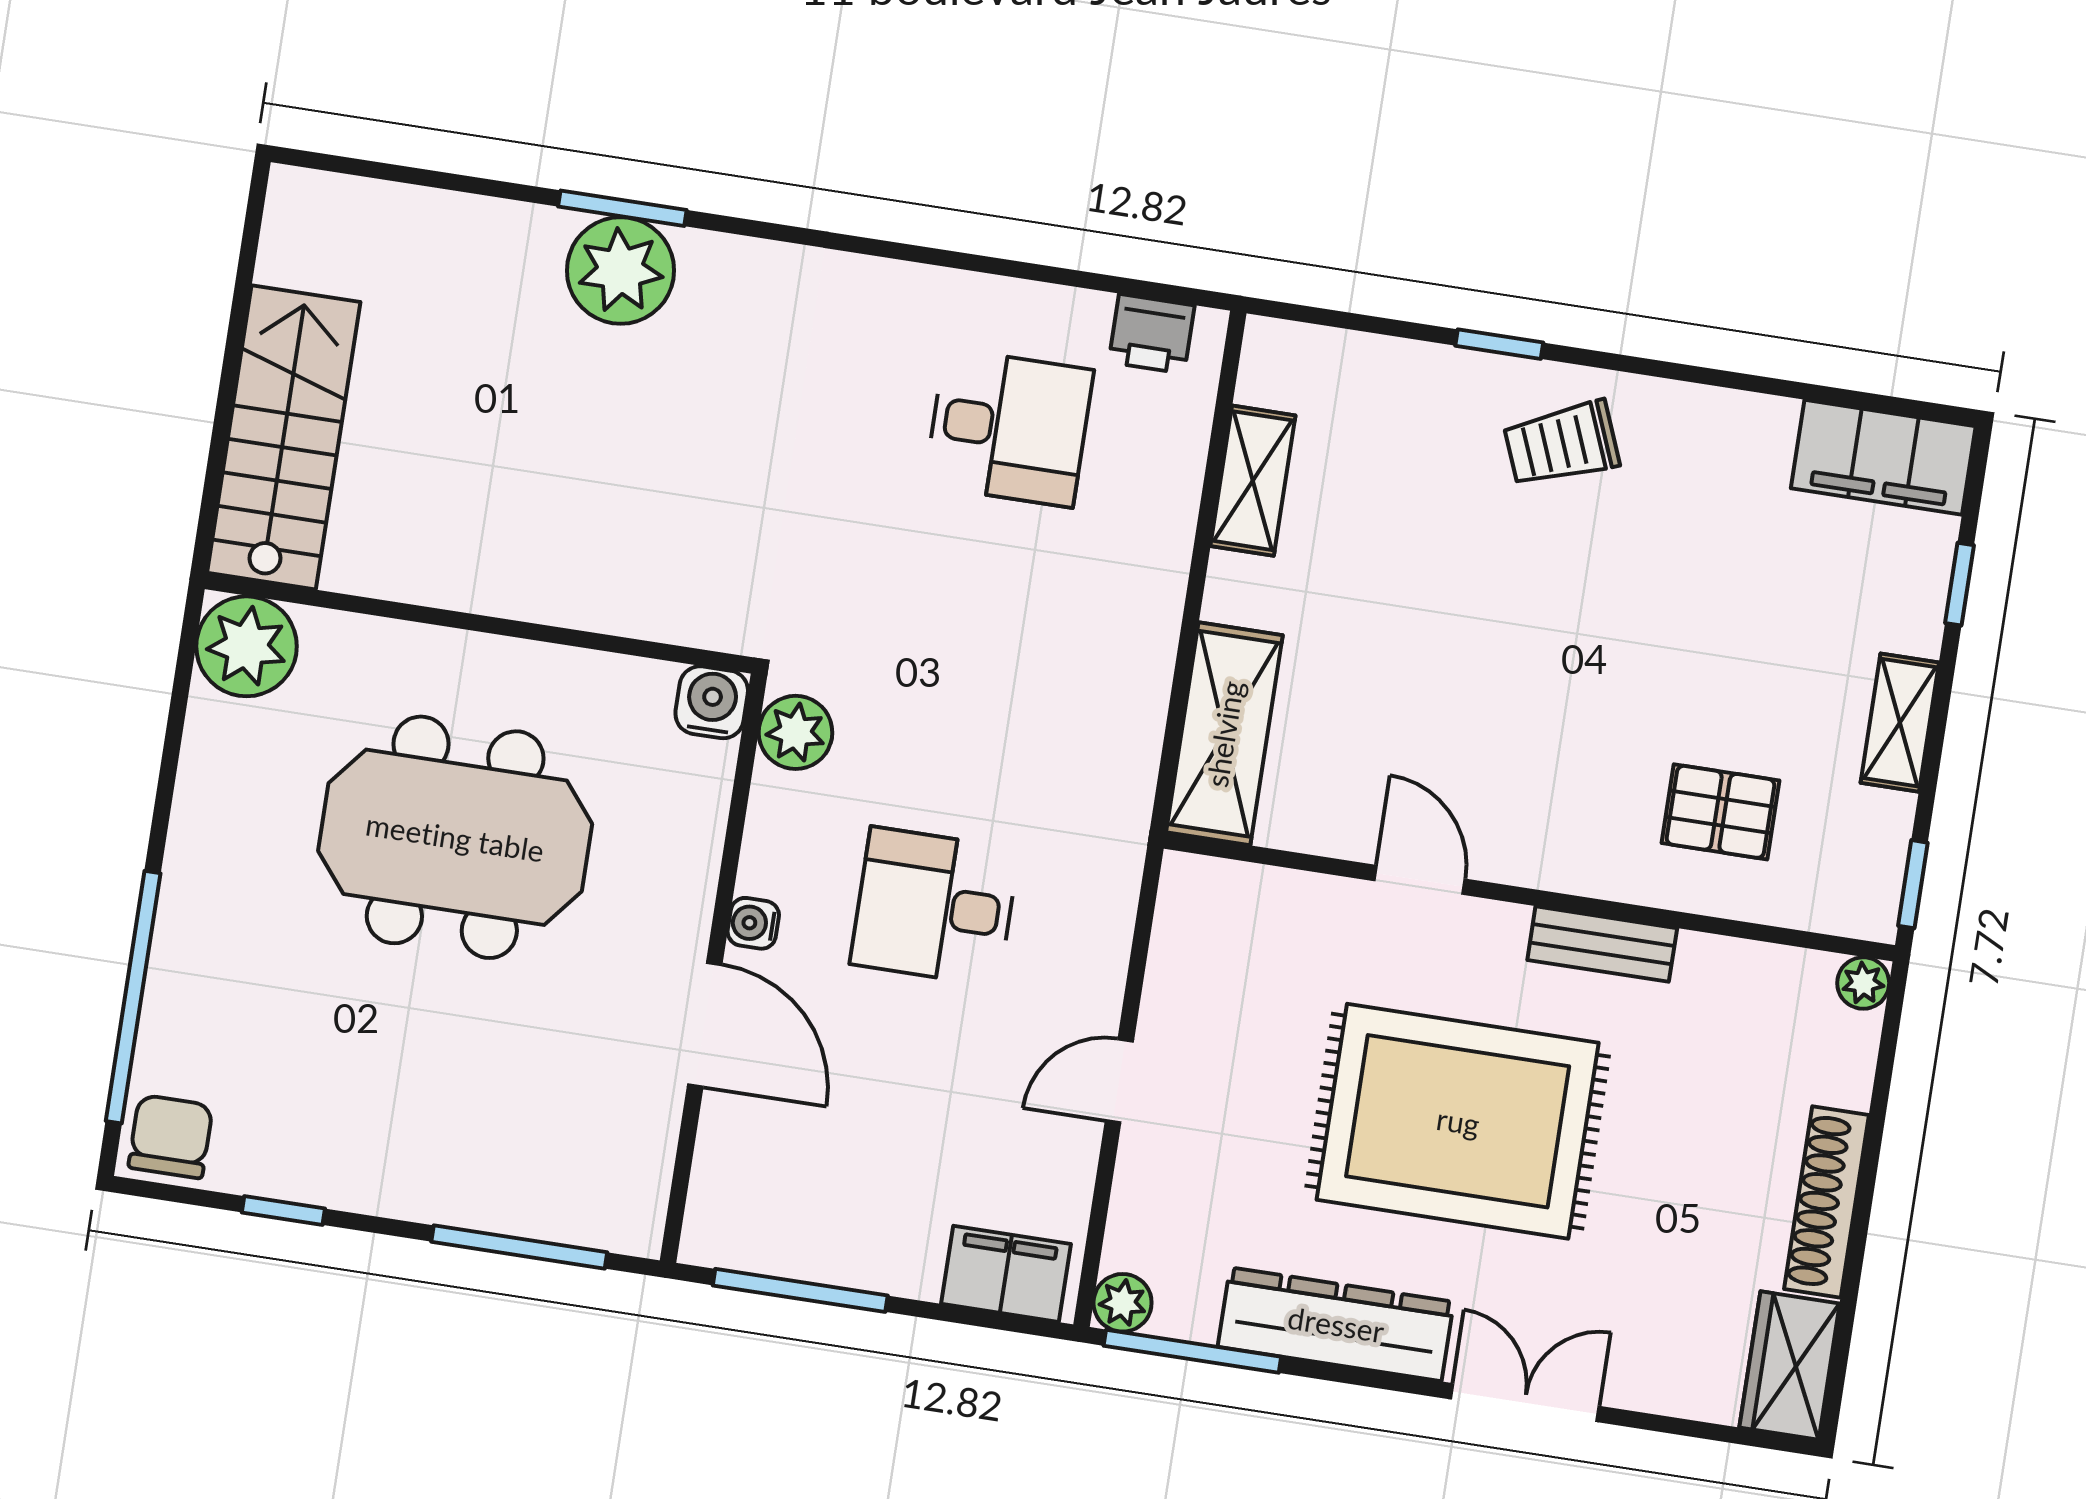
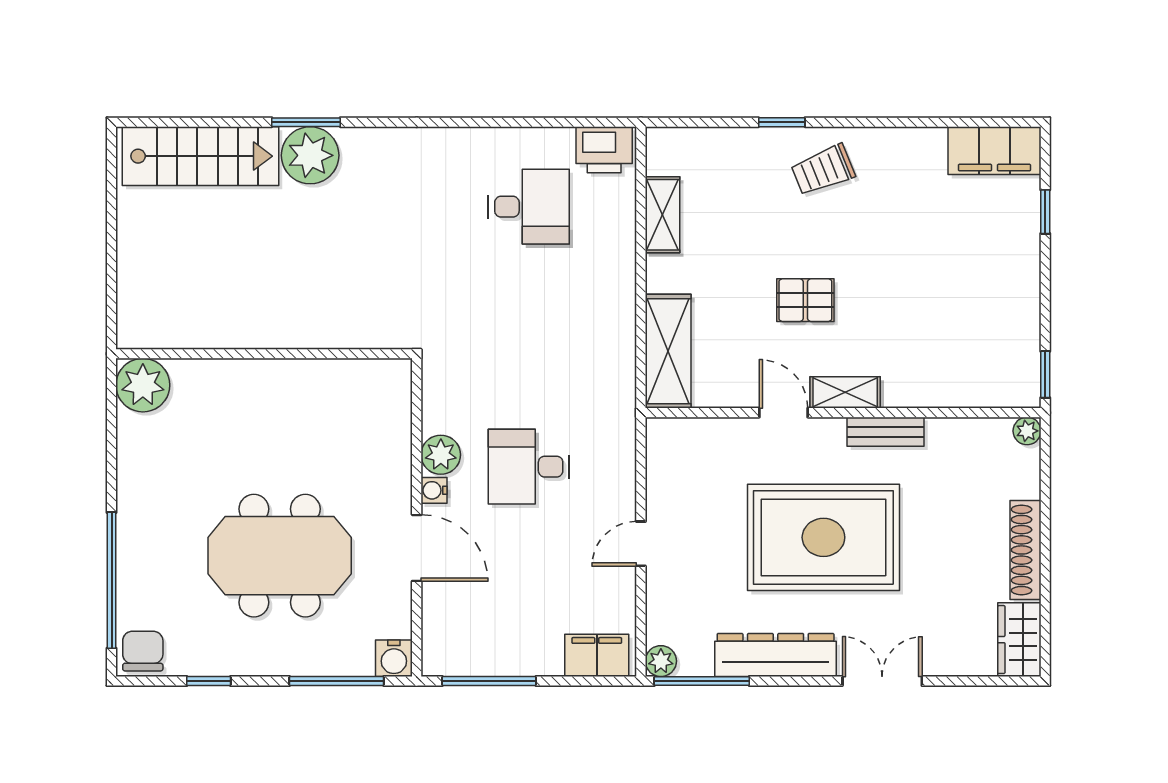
printer: (1152, 334) -> (604, 150), width x1.36, depth x1.24
stairs: (284, 437) -> (200, 156), moved, turned 90
water cooler: (712, 702) -> (394, 658), moved, turned 180
shelving: (1900, 723) -> (845, 392), moved, turned 90
plant: (795, 732) -> (441, 455), moved
pallet: (1721, 812) -> (805, 300), moved
meeting table: (455, 837) -> (280, 556), moved

